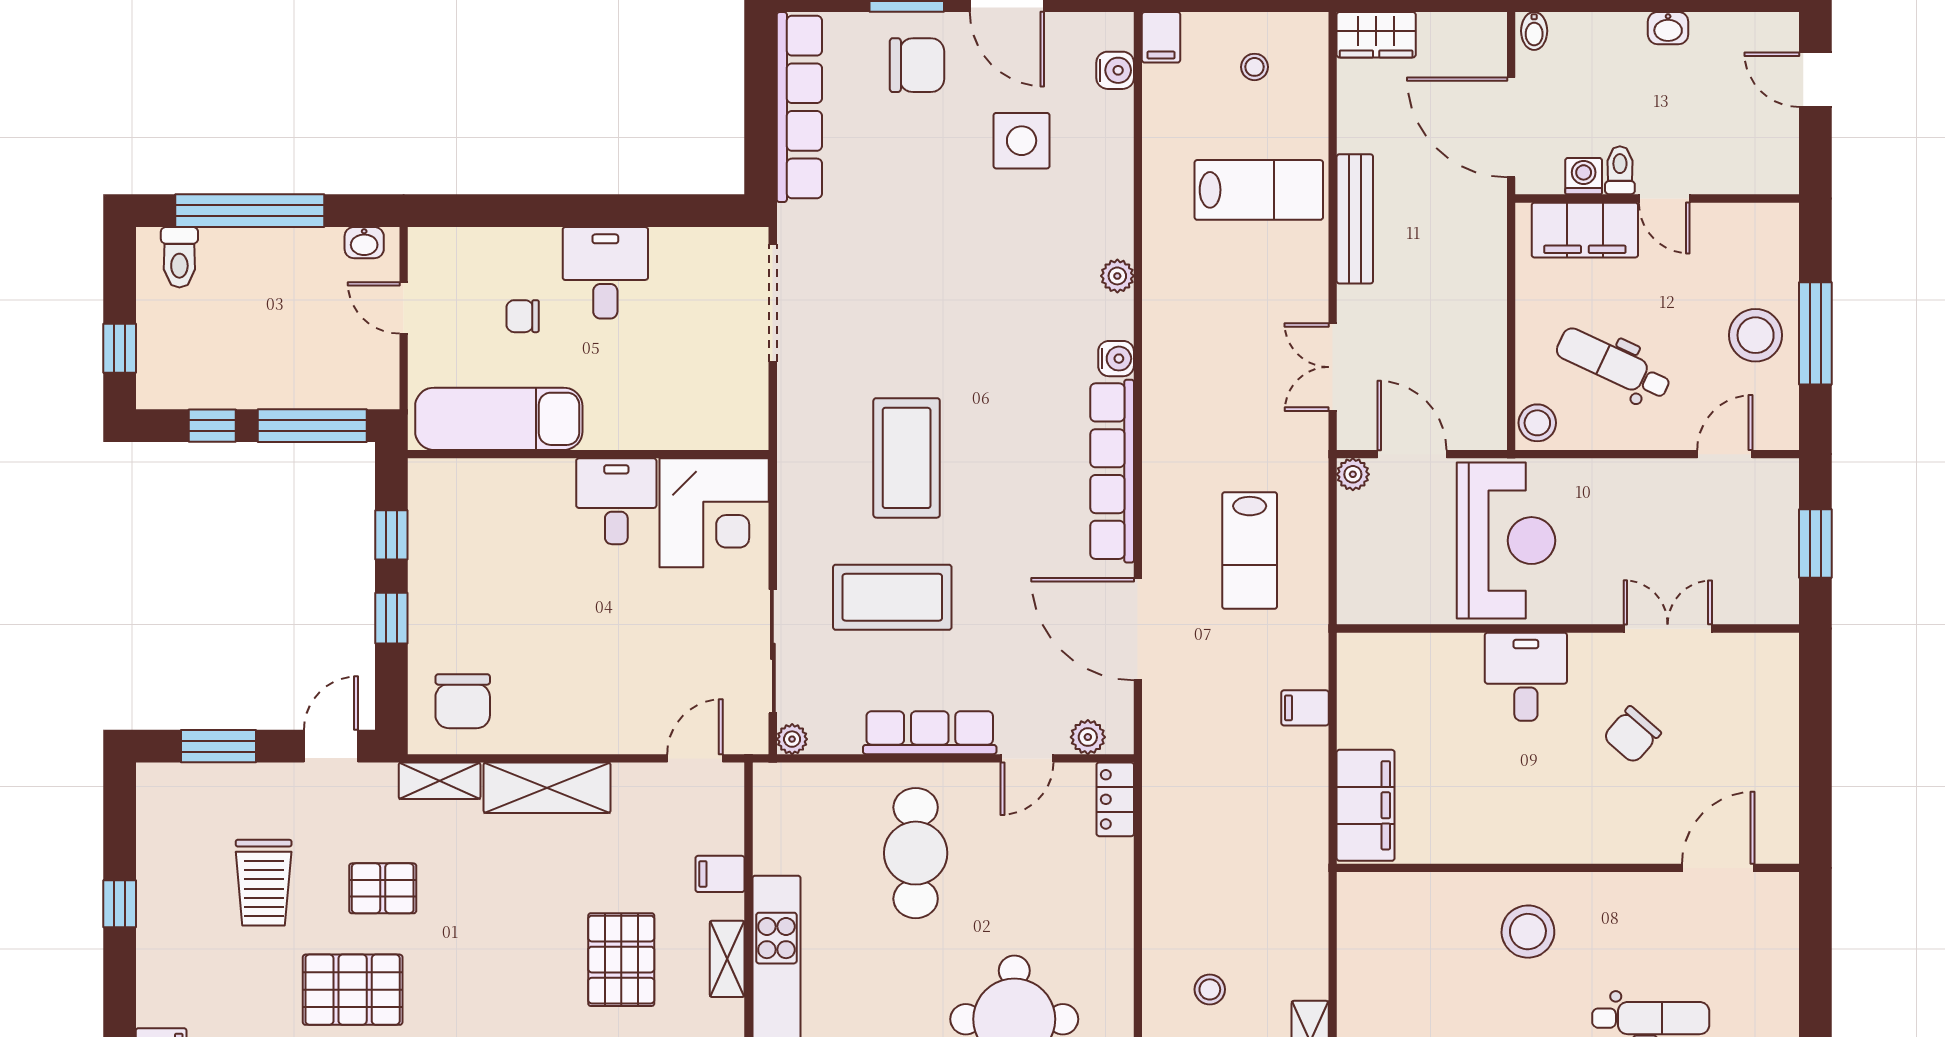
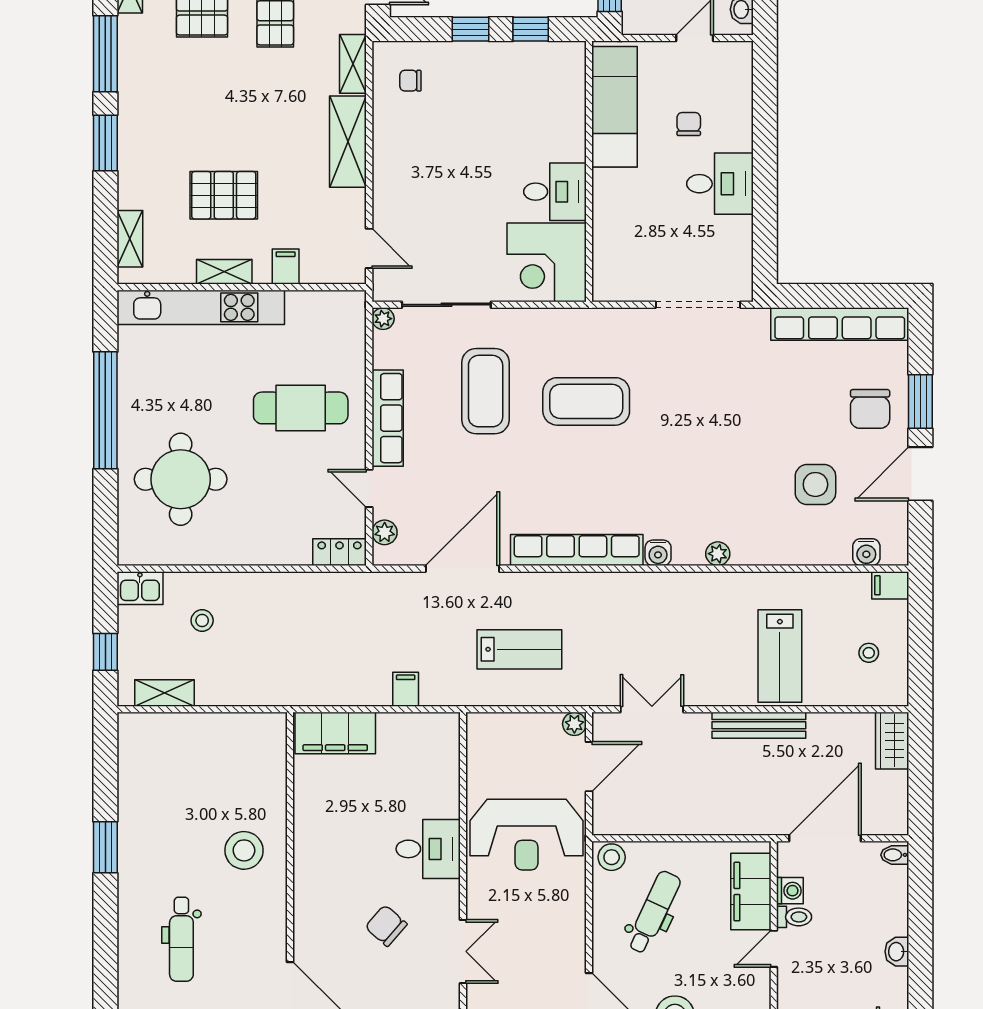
lab bench: (1250, 550) -> (519, 649), turned 180
chair: (463, 701) -> (410, 81), width x0.54, depth x0.54

